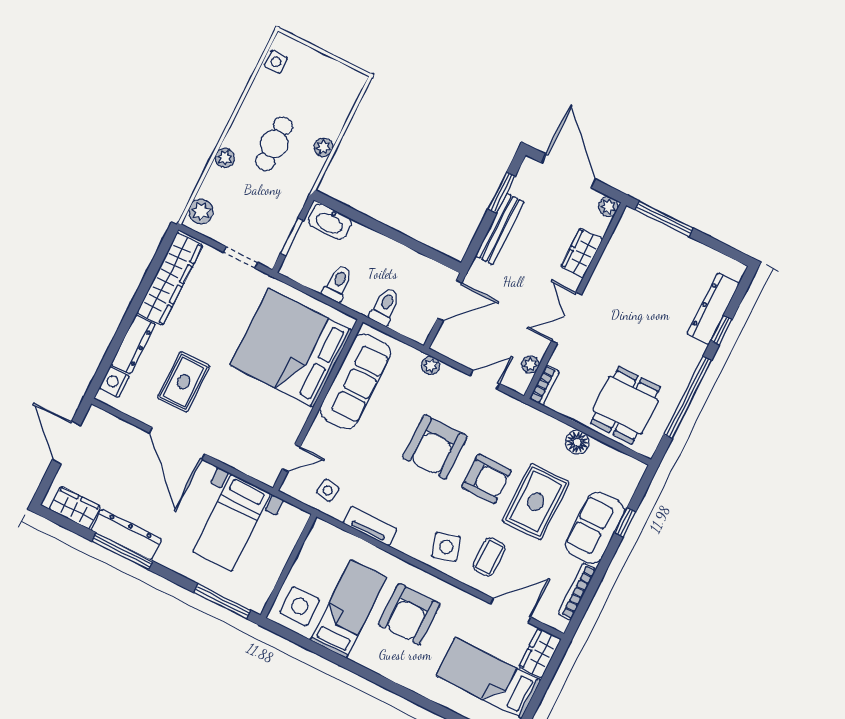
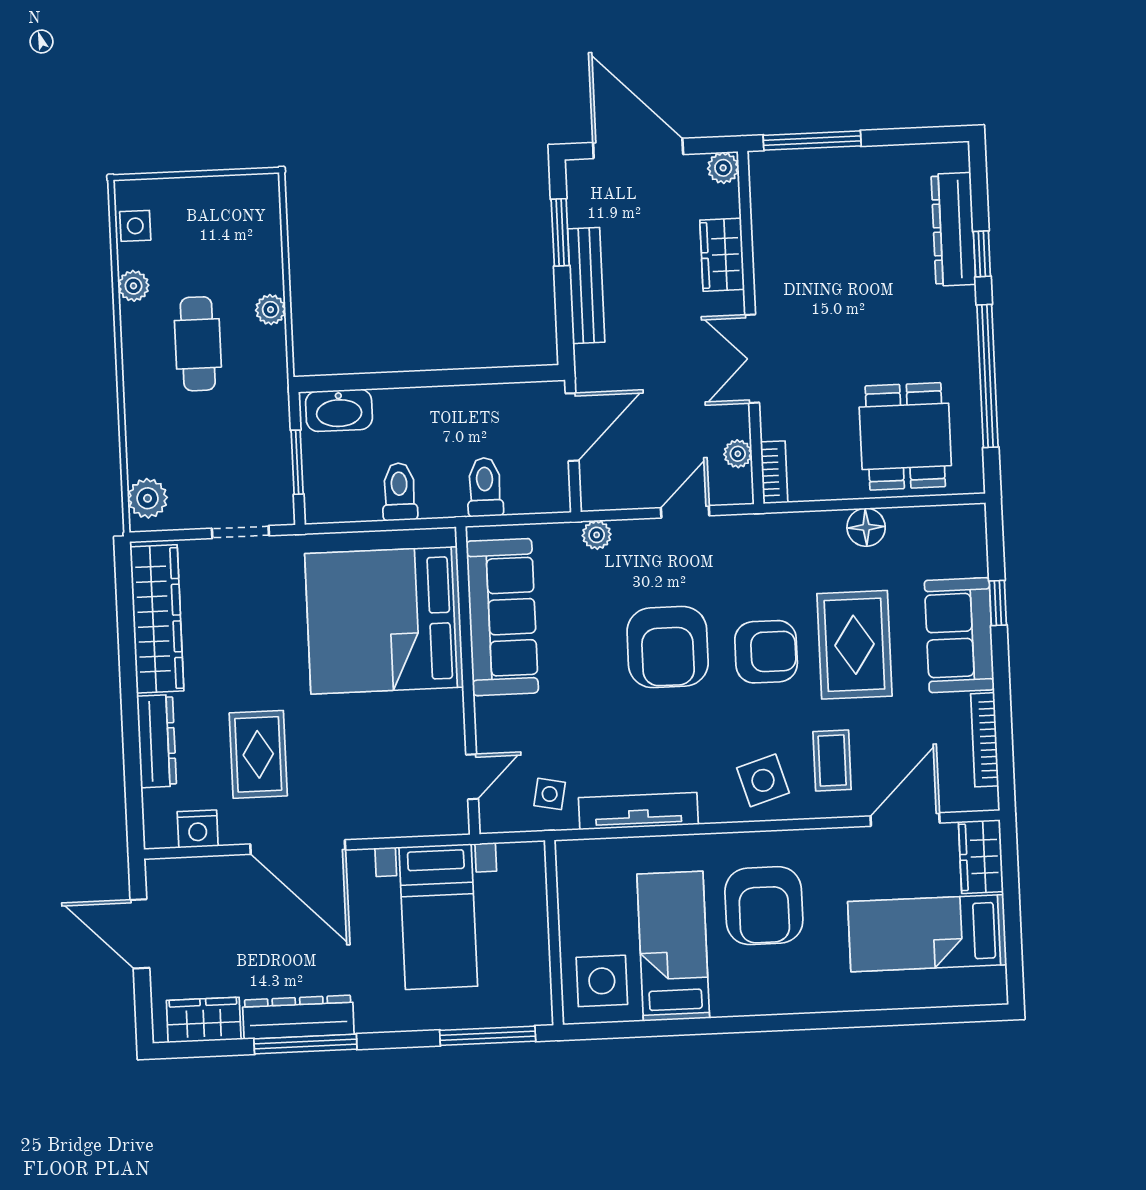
plant: (225, 158) -> (133, 286), moved
nightstand: (114, 382) -> (198, 829), moved, turned -90
tv unit: (370, 526) -> (638, 811), width x1.41

